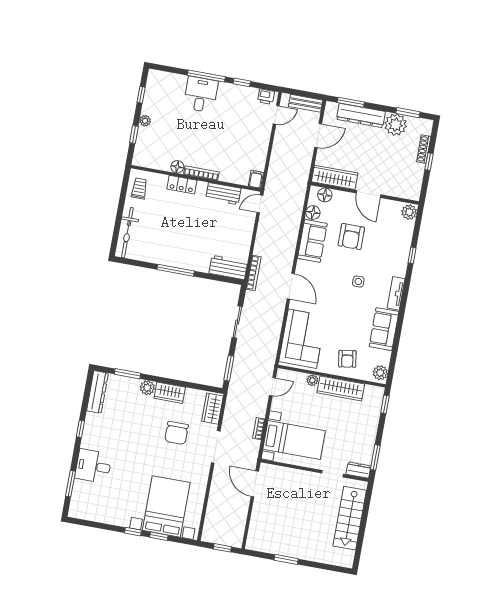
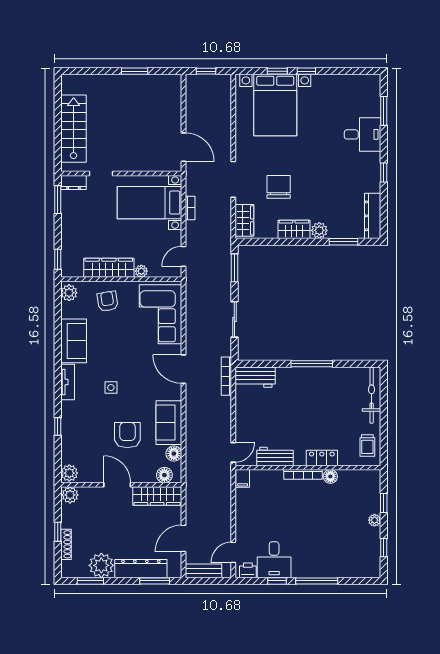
desk: (201, 94) -> (274, 560), moved
plant: (412, 192) -> (70, 495), added

